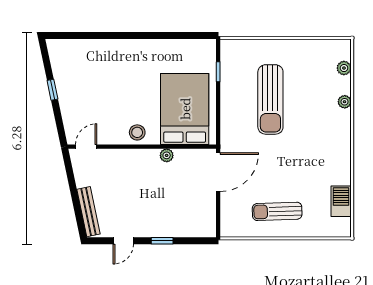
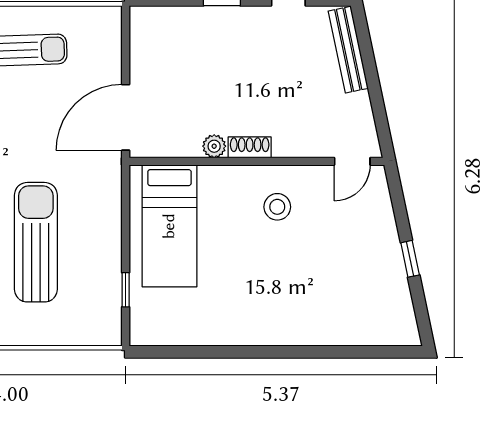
bed: (185, 109) -> (169, 226), width x0.67
stool: (137, 132) -> (277, 207), moved
shoe rack: (146, 155) -> (250, 147), added

